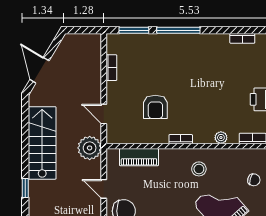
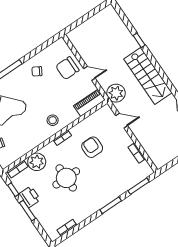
window: (178, 30) -> (111, 205), width x0.69
round table: (206, 93) -> (66, 178), added
plant: (221, 138) -> (37, 162), width x1.87, depth x1.87
piano: (139, 157) -> (89, 103), moved
stool: (199, 169) -> (53, 120), moved

